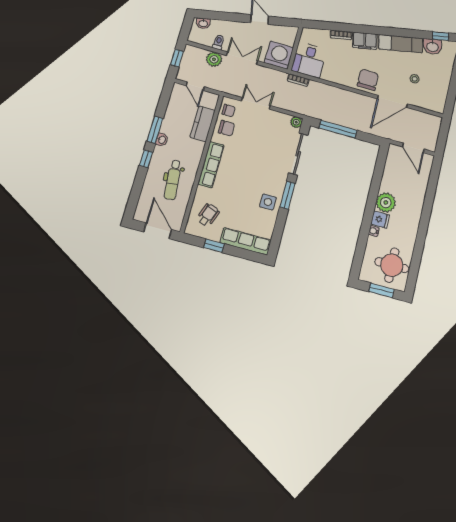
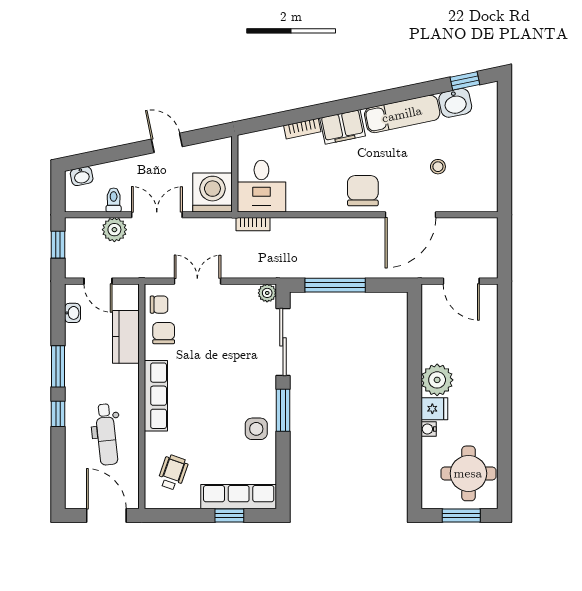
chair: (227, 128) -> (164, 333), turned -90
washbasin: (162, 140) -> (73, 313), moved
window: (214, 246) -> (229, 515), moved

